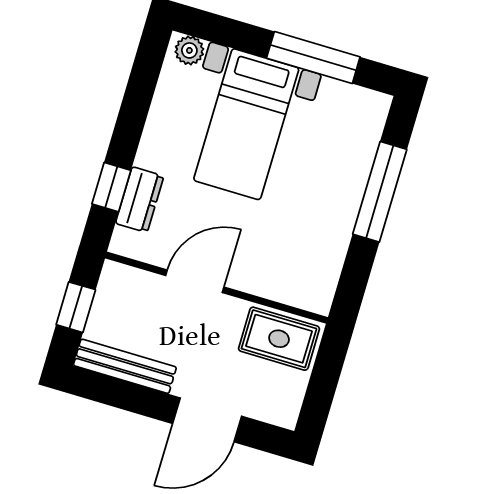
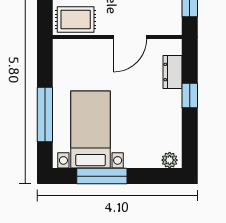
bed with nightstands: (246, 124) -> (91, 130), moved
window: (111, 187) -> (190, 96), moved

